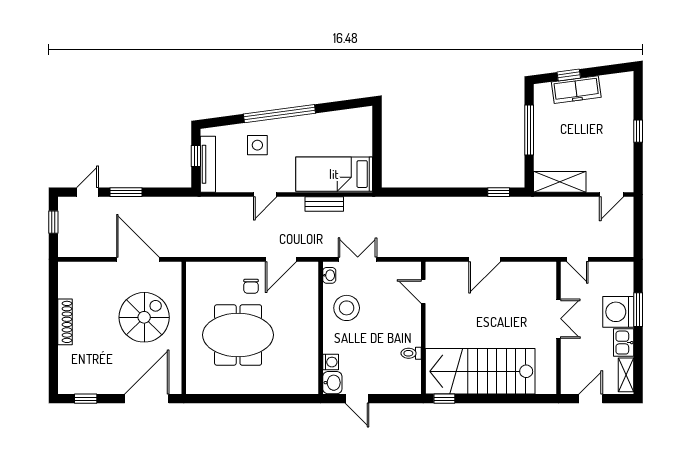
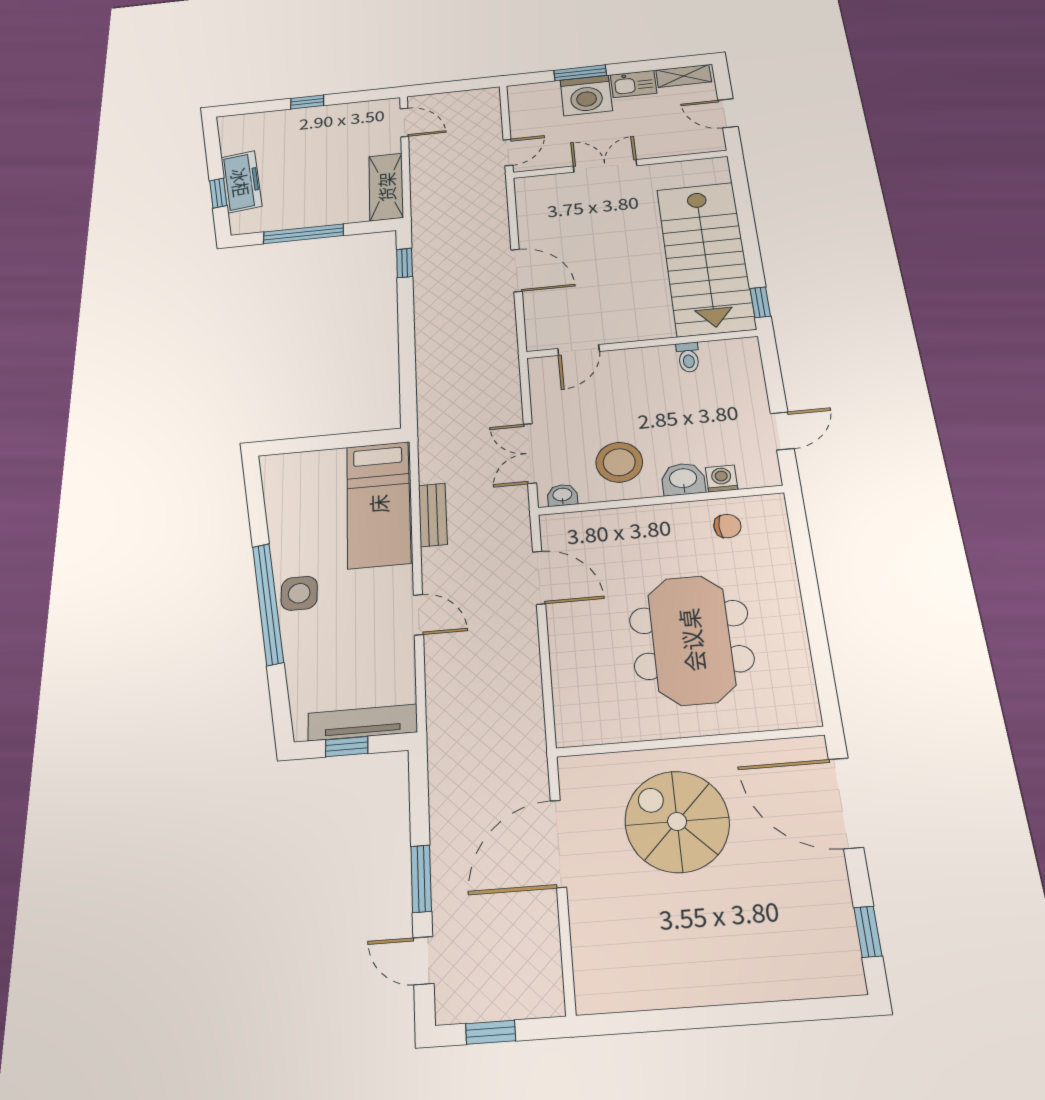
side table: (257, 145) -> (299, 593), moved
chair: (251, 286) -> (727, 526), moved
shoe rack: (65, 322) -> (706, 990), removed
washbasin: (332, 383) -> (683, 479), moved

